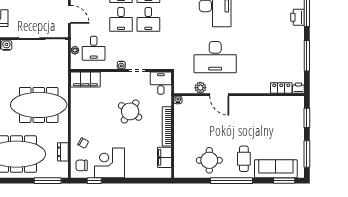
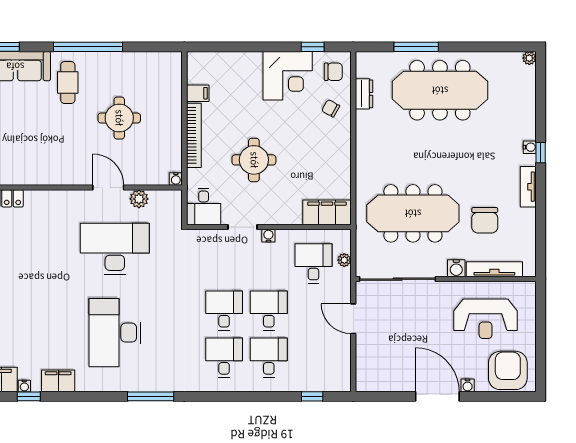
meeting table: (39, 105) -> (413, 213), moved
round table: (130, 111) -> (254, 160), turned -34
filing cabinet: (164, 157) -> (198, 93), width x0.50
round table: (209, 160) -> (119, 118), moved
window: (48, 181) -> (416, 47), moved

